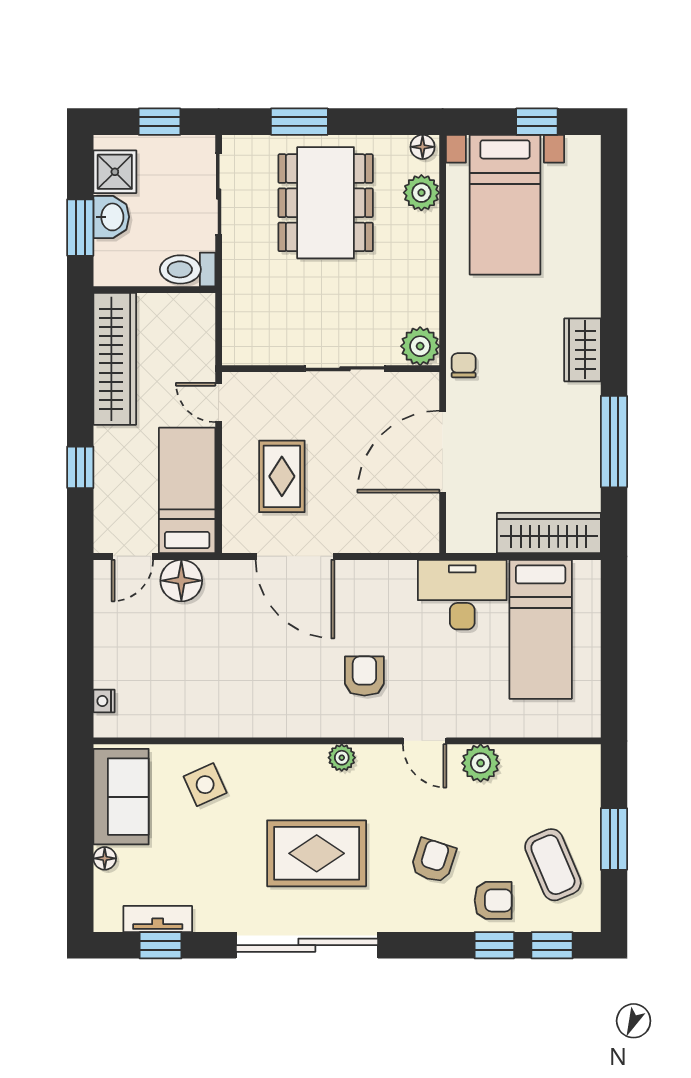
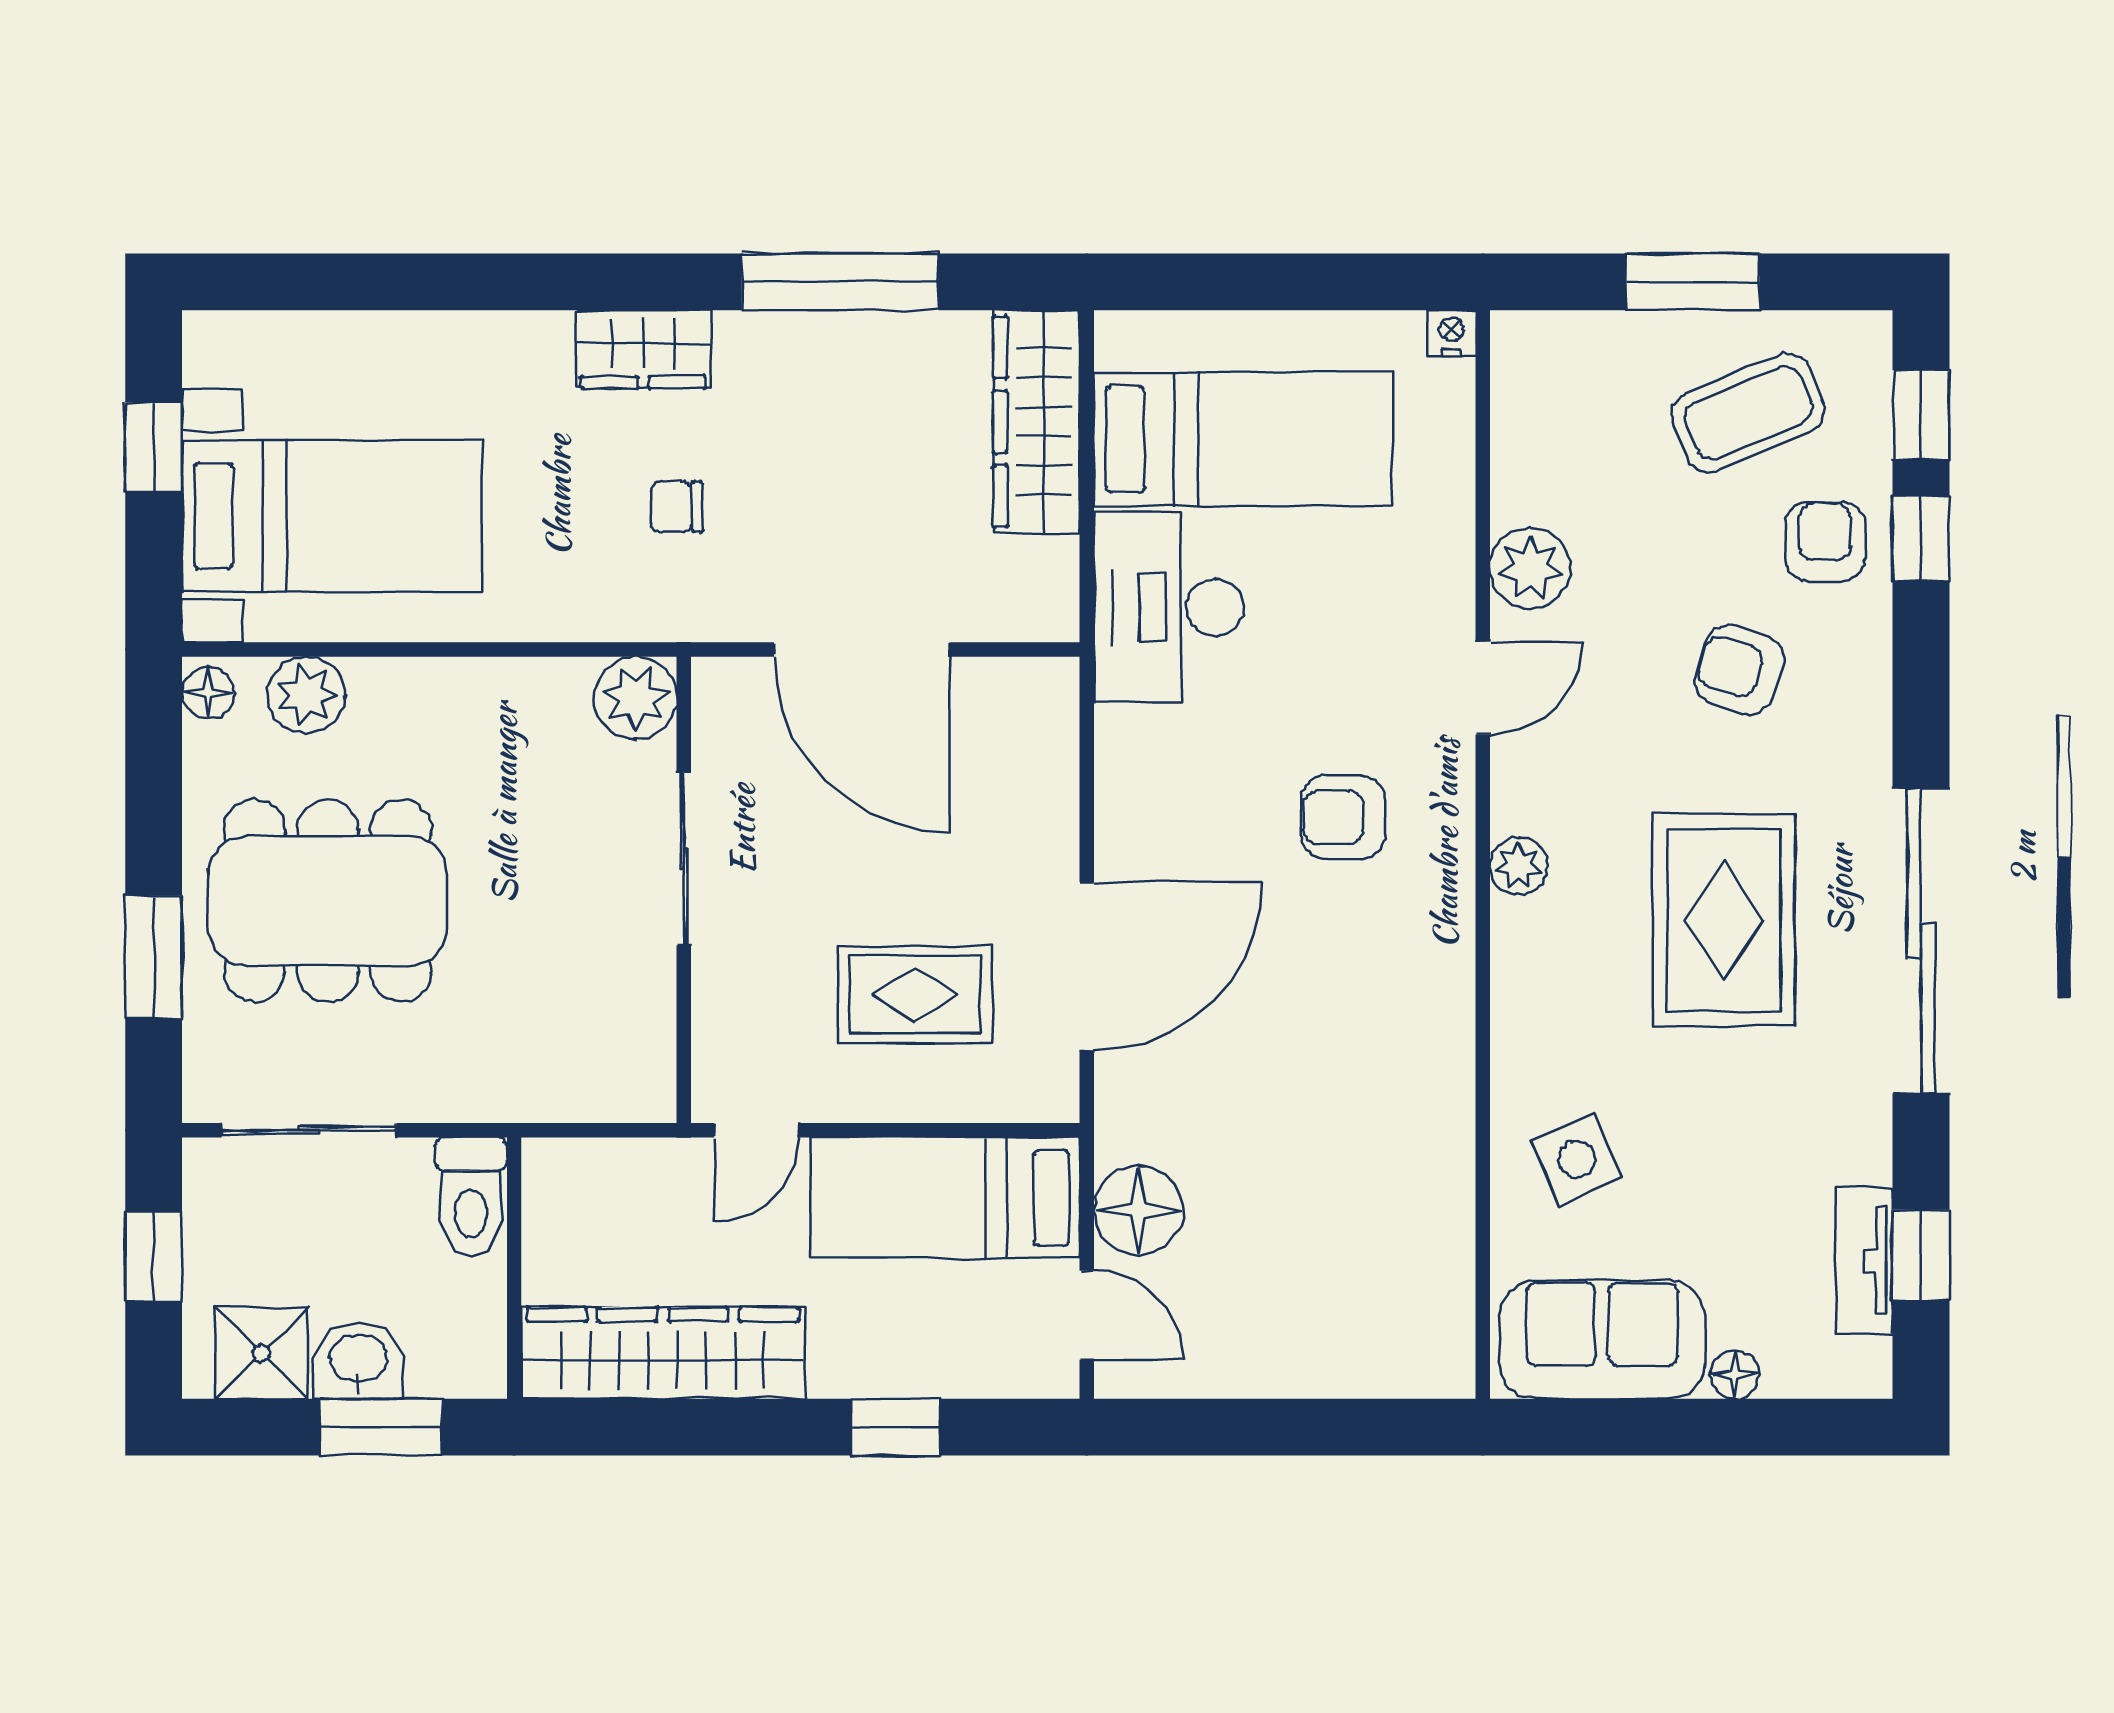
chair: (464, 365) -> (677, 507), moved
nightstand: (104, 701) -> (1451, 333), moved, turned 180

